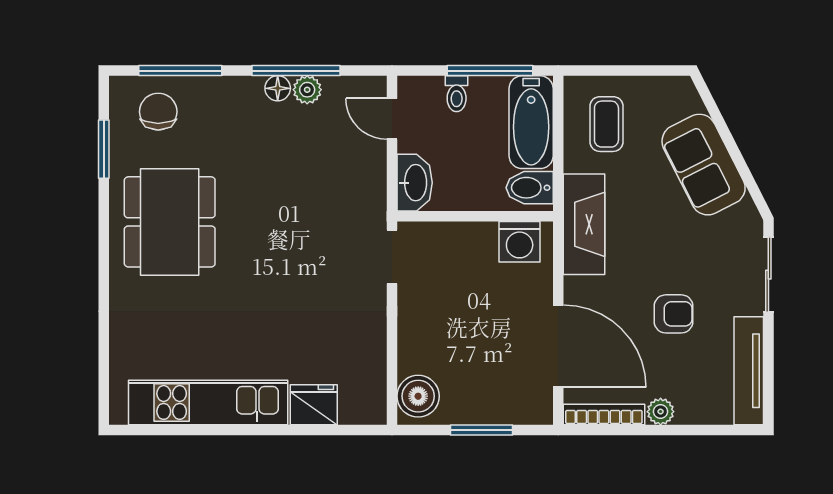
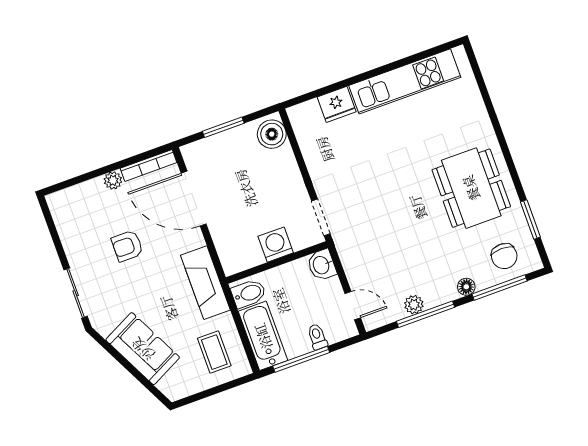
floor lamp: (278, 88) -> (466, 287), moved
washbasin: (415, 183) -> (322, 265), width x0.72
washing machine: (520, 242) -> (276, 245), moved
tv unit: (749, 371) -> (66, 227), removed

